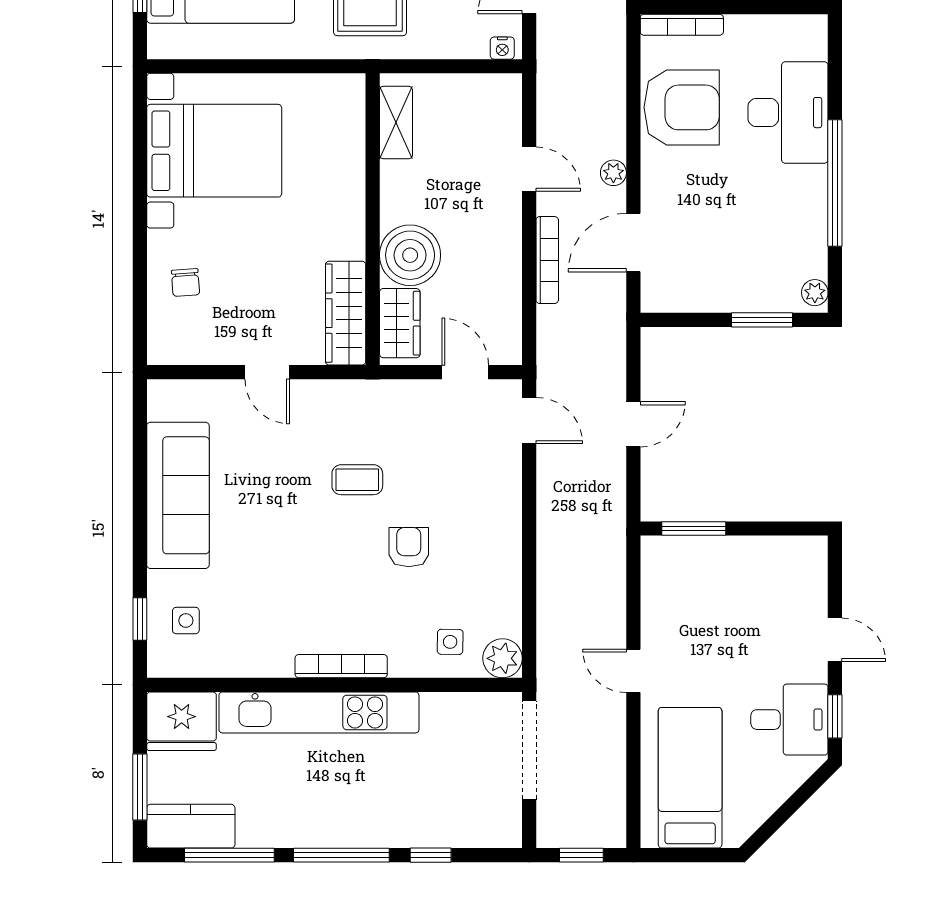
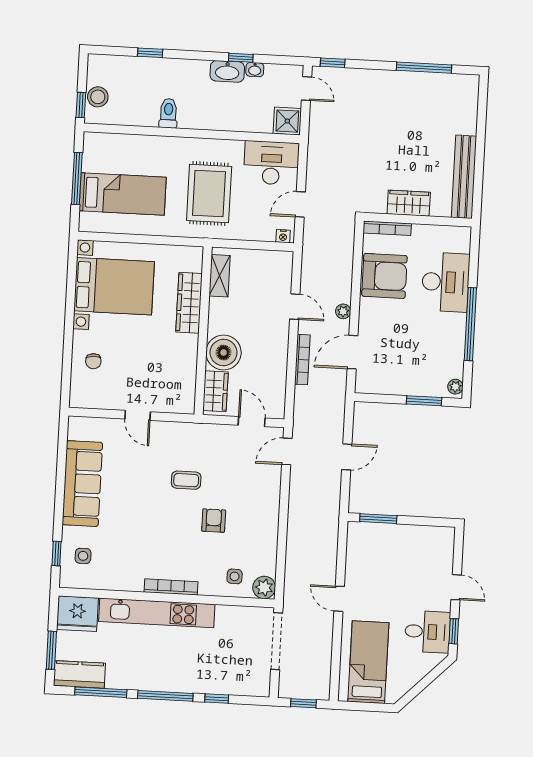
wardrobe: (346, 313) -> (189, 303), moved
door: (529, 420) -> (287, 451), swing flipped

